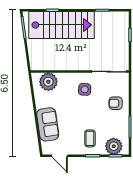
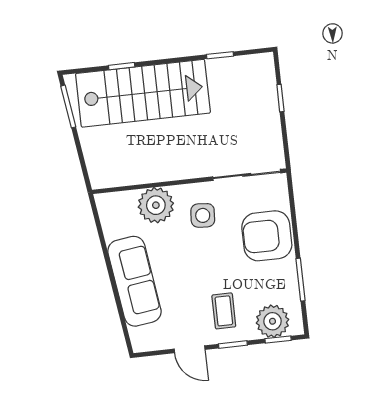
plant: (48, 82) -> (156, 205), moved
armchair: (116, 103) -> (267, 236), width x1.88, depth x1.88
sofa: (48, 124) -> (134, 281), width x1.36
door: (60, 156) -> (190, 349), moved

